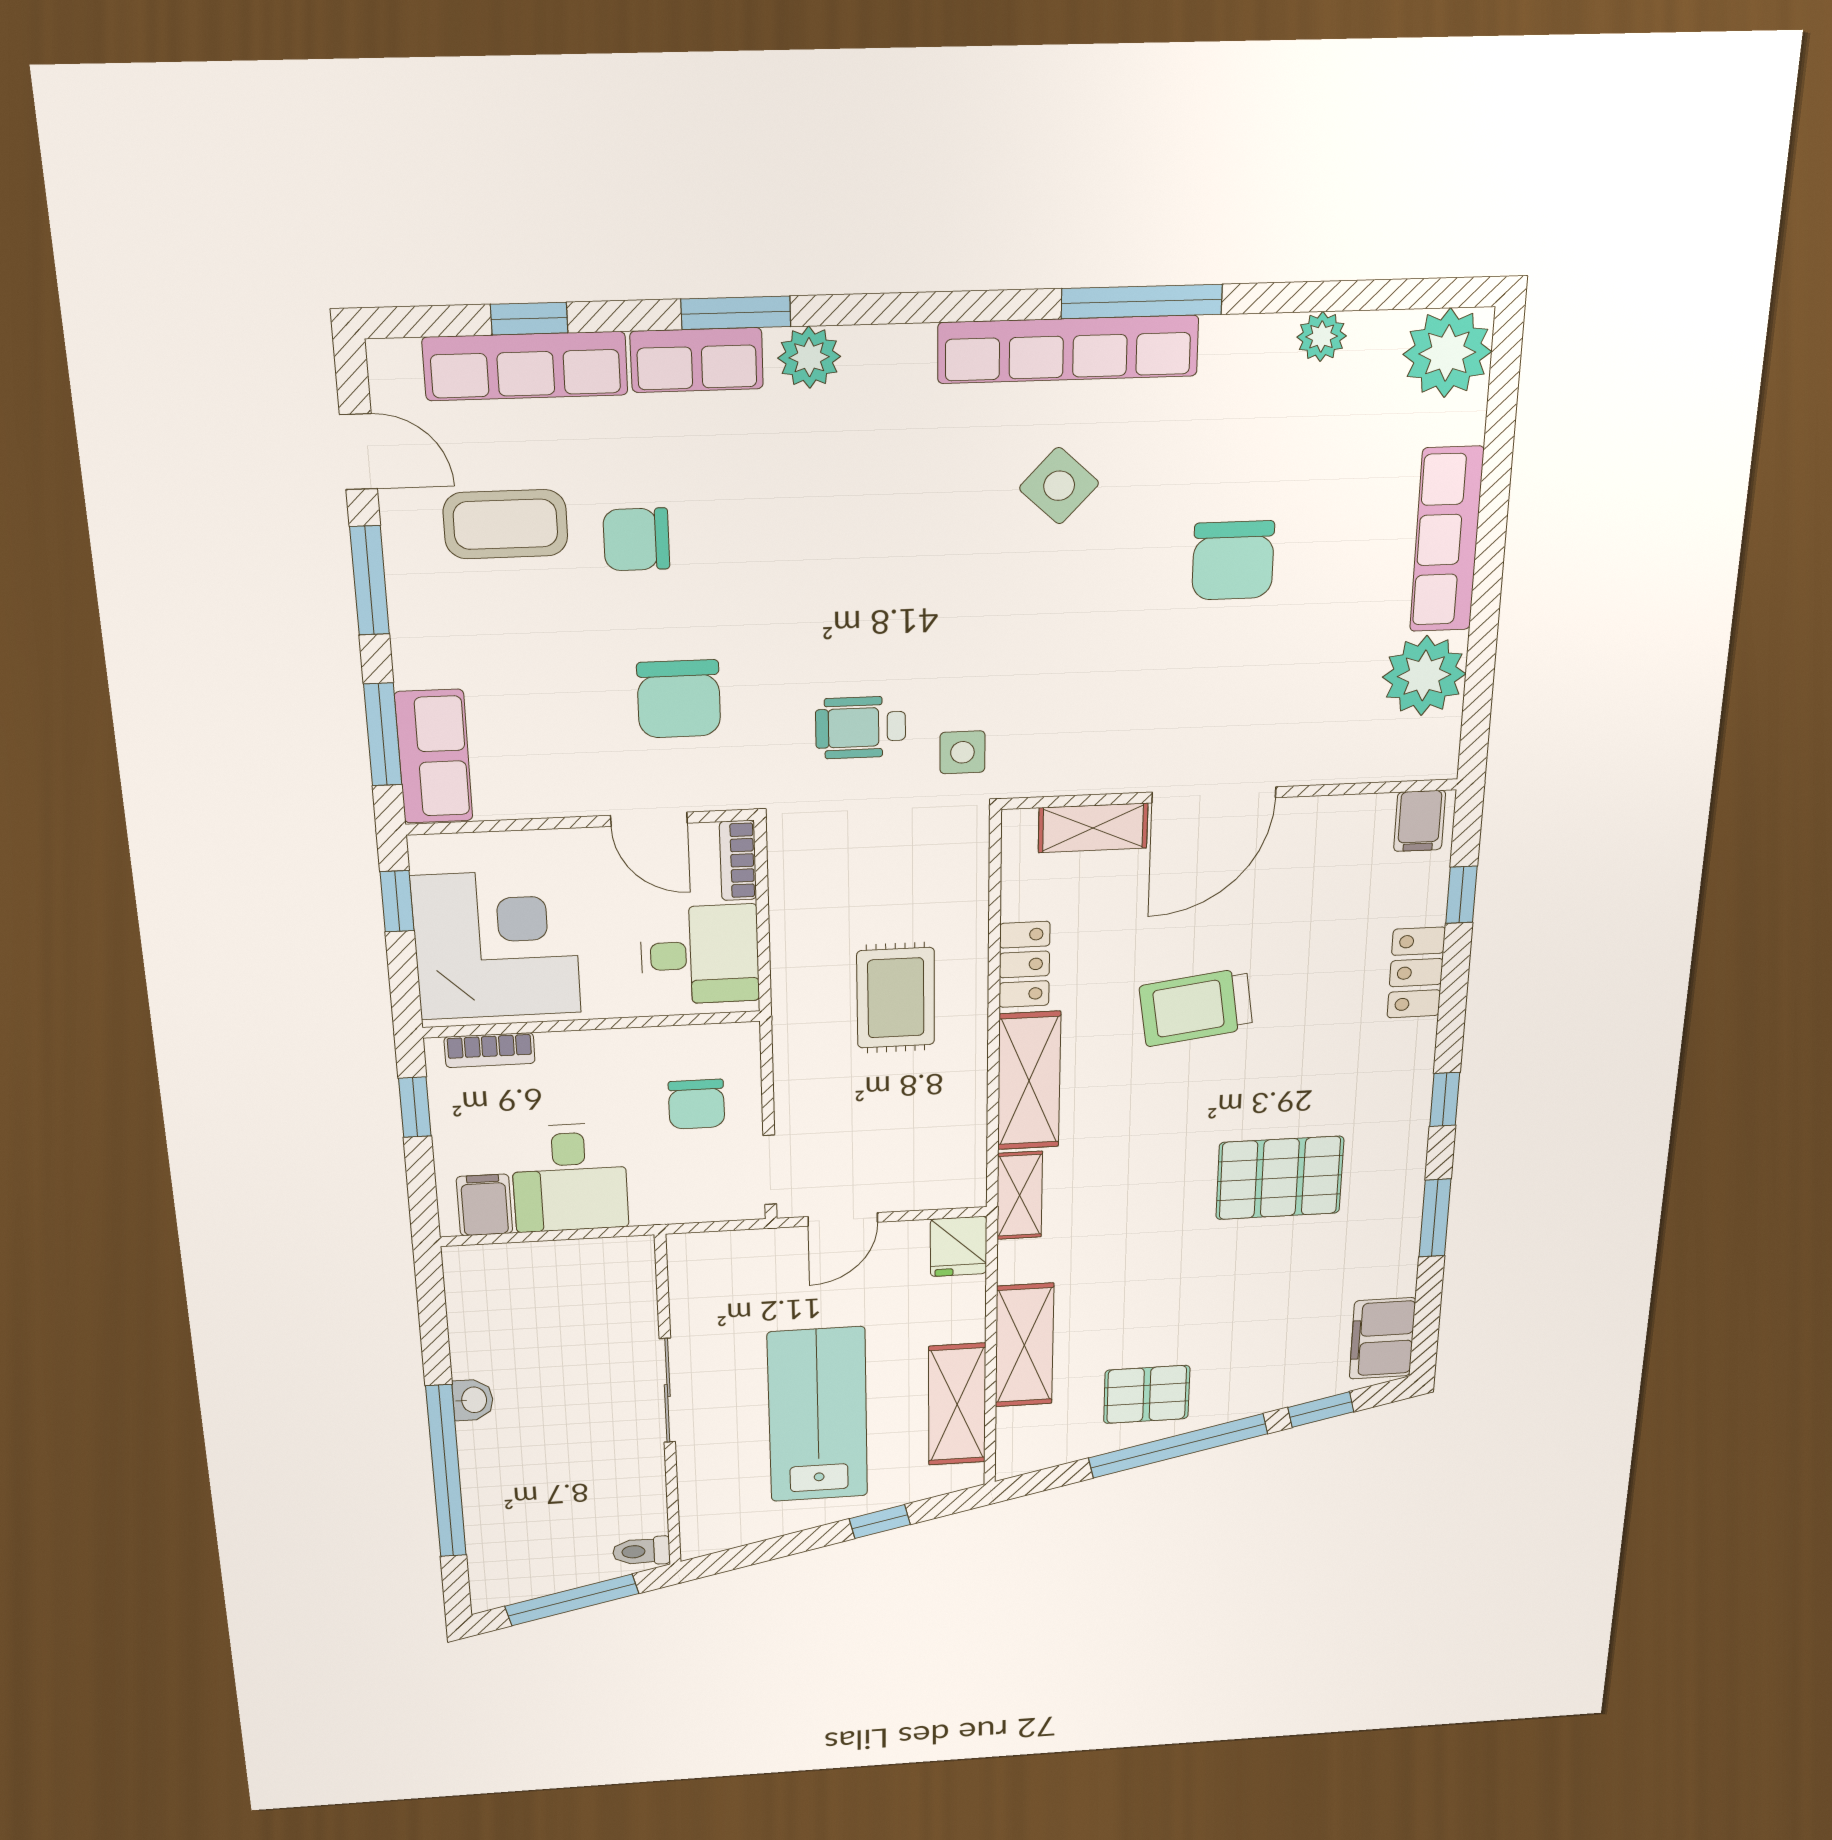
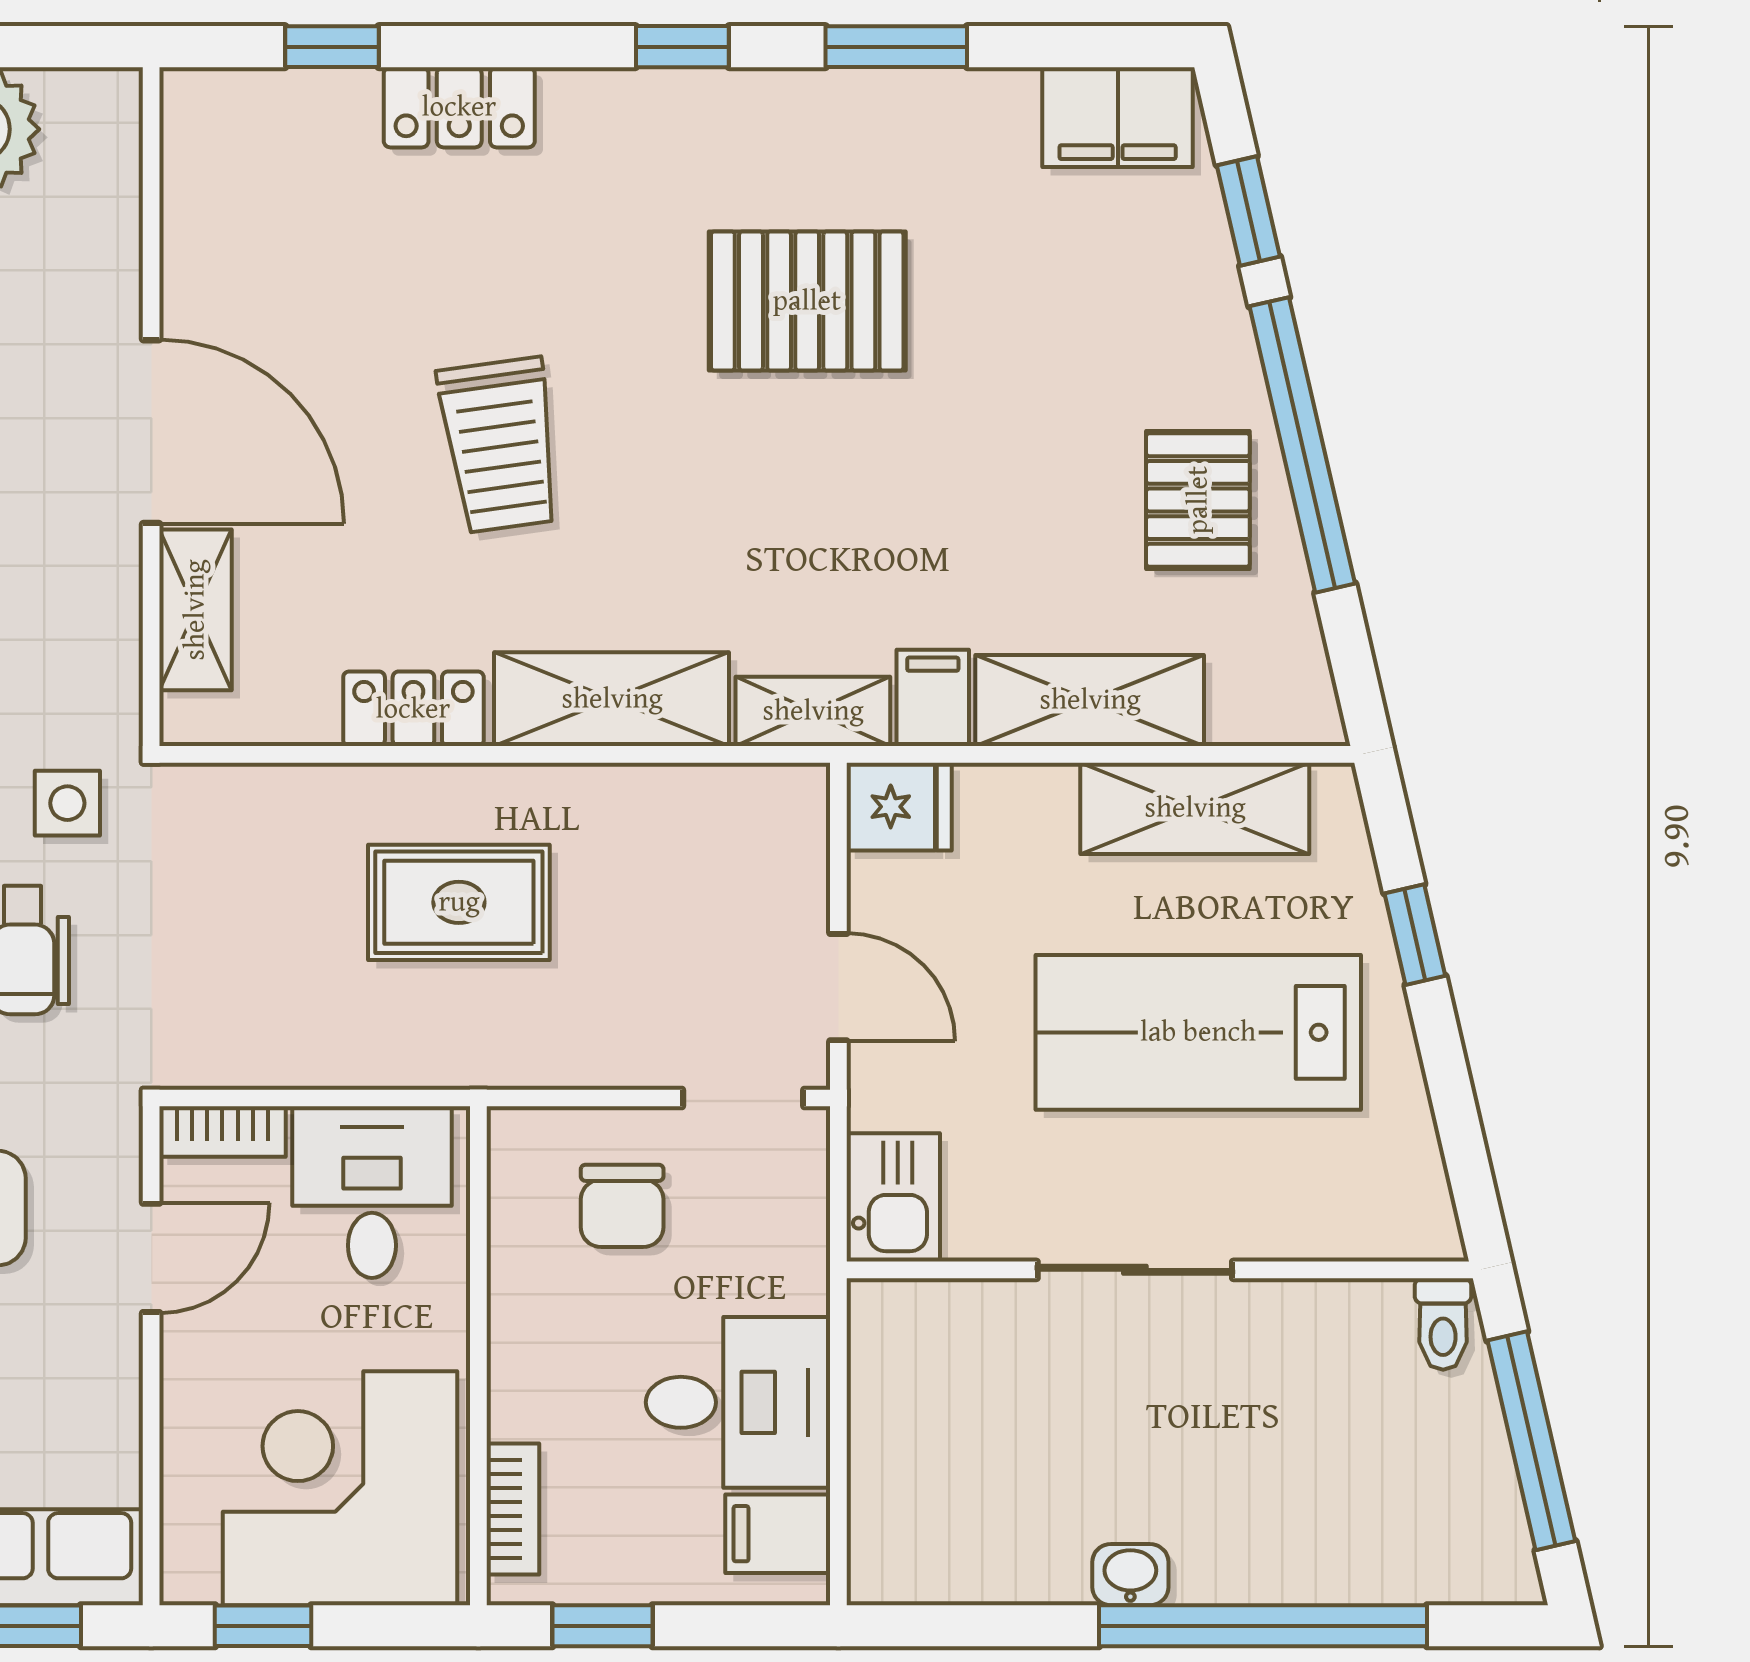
filing cabinet: (1420, 821) -> (933, 698), moved, turned -90
chair: (696, 1104) -> (622, 1206), turned 90
pallet: (1280, 1178) -> (807, 301), turned 90
kitchen sink: (708, 1257) -> (893, 1197), added

